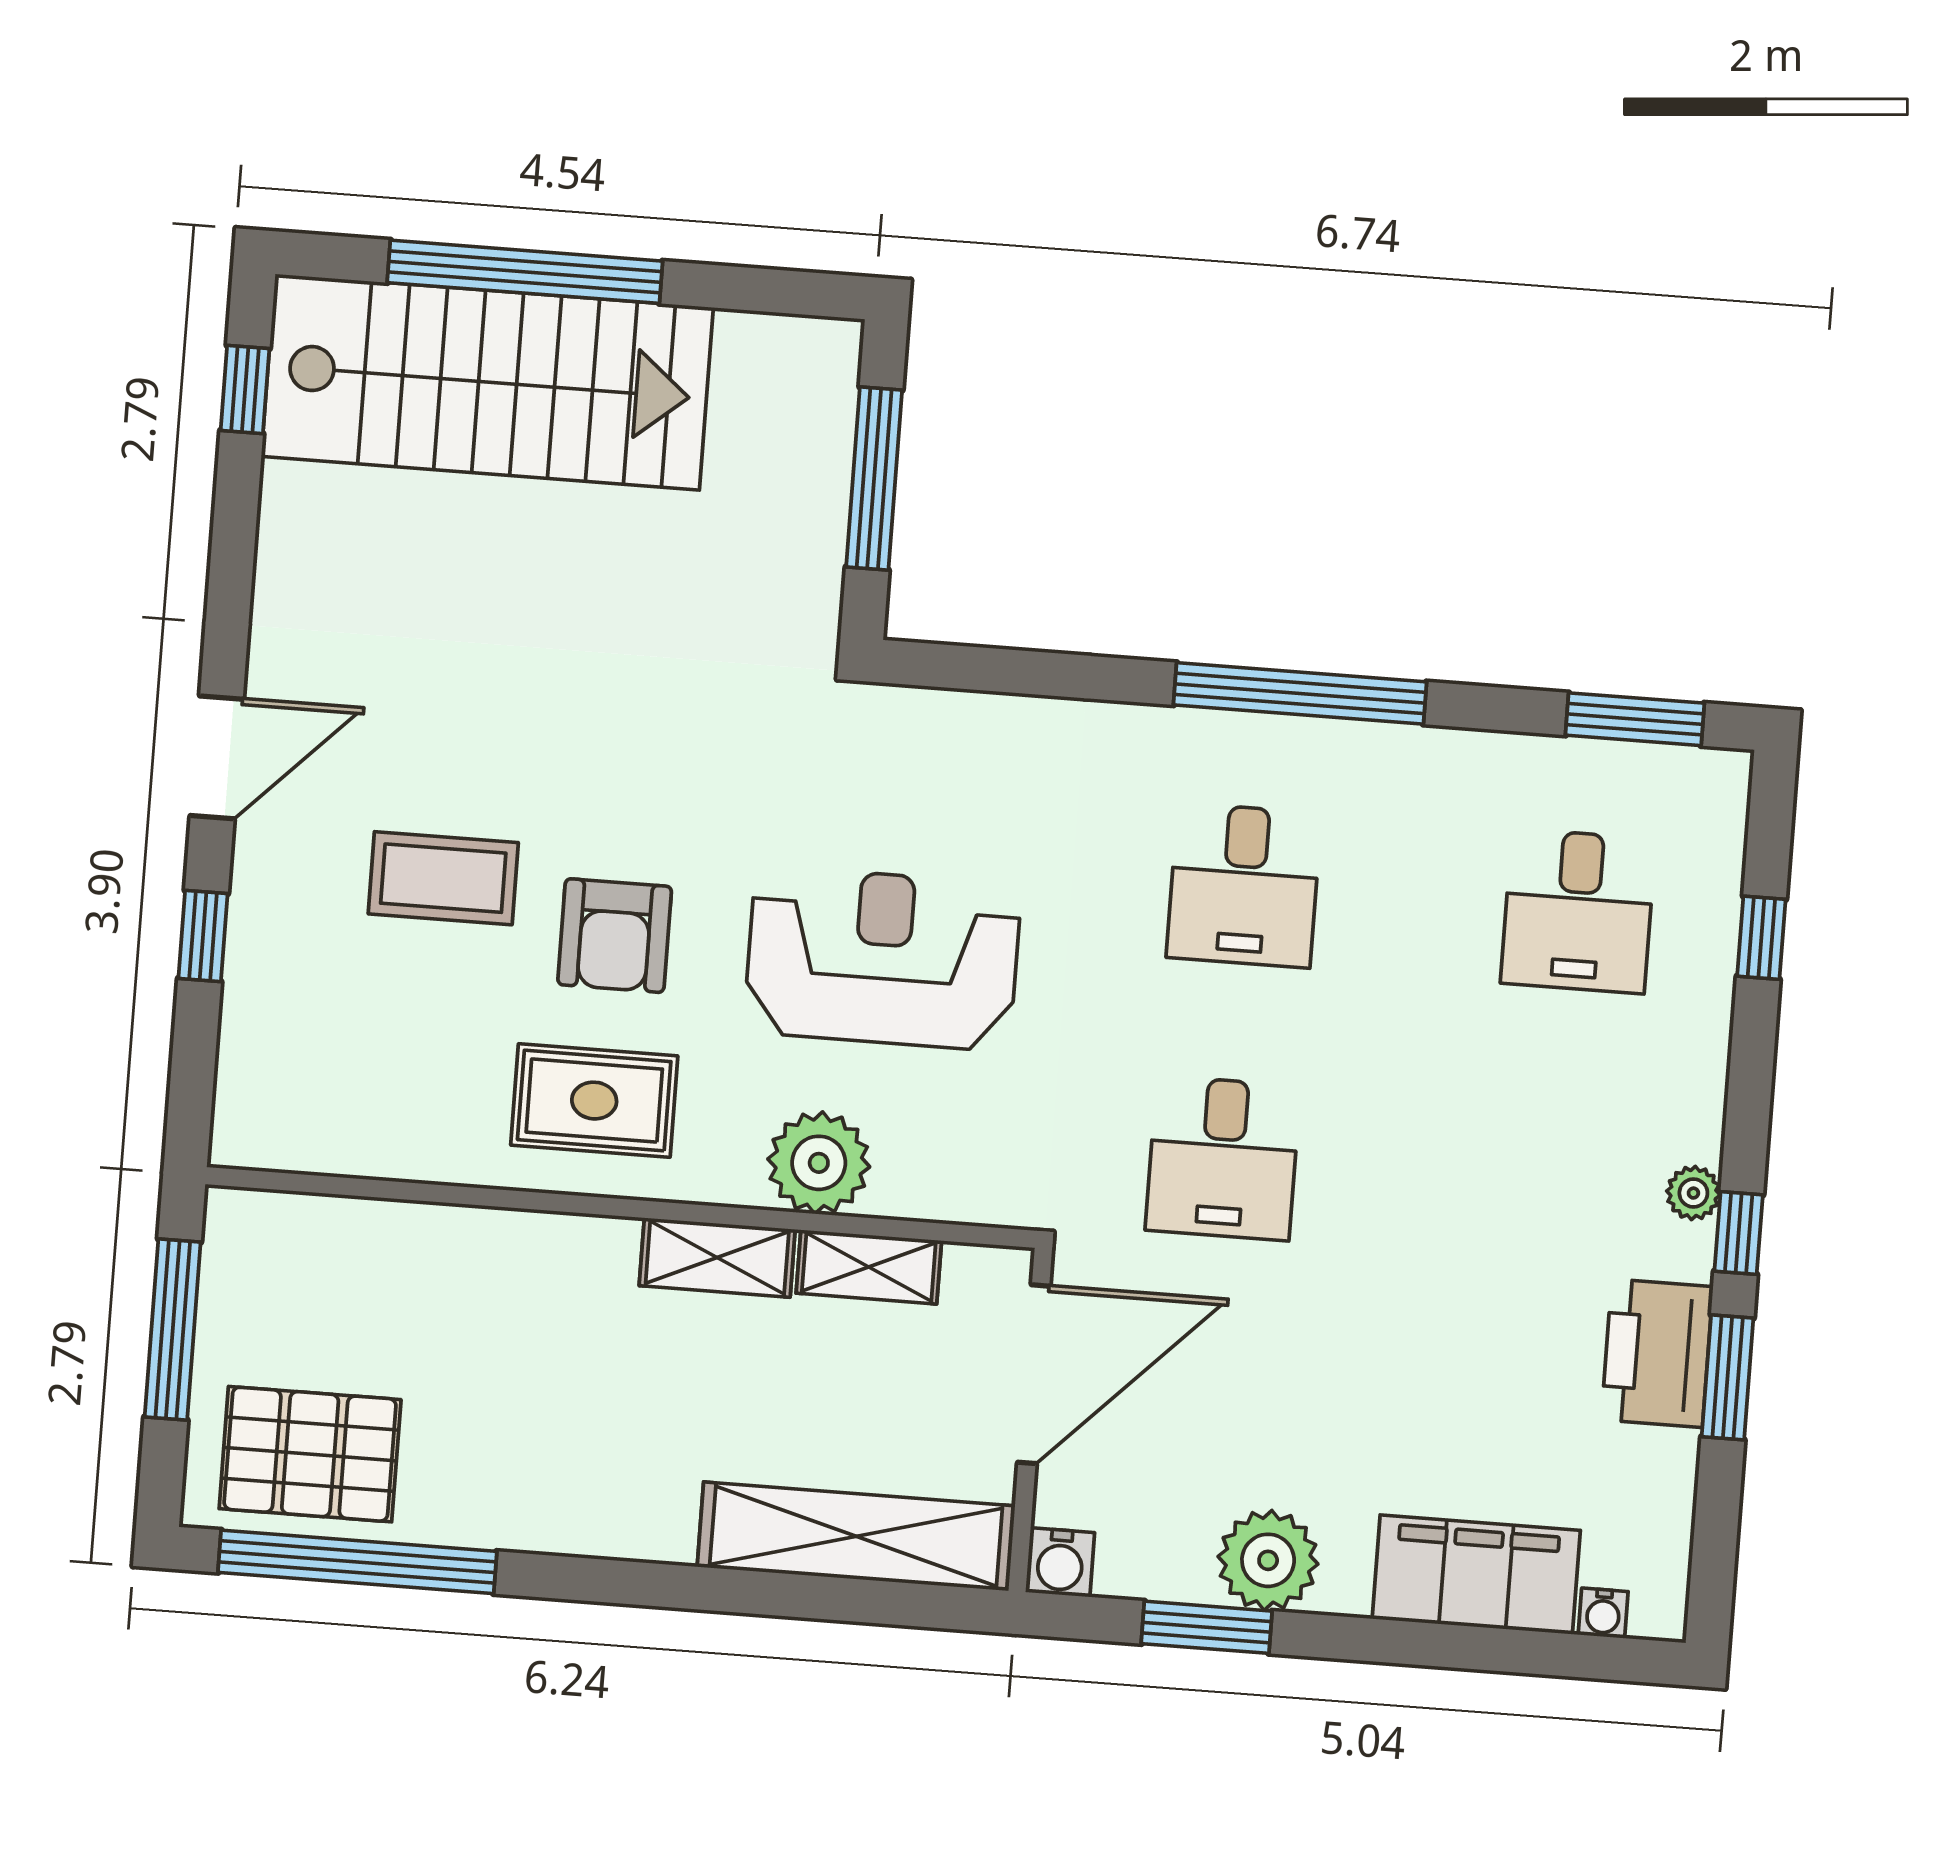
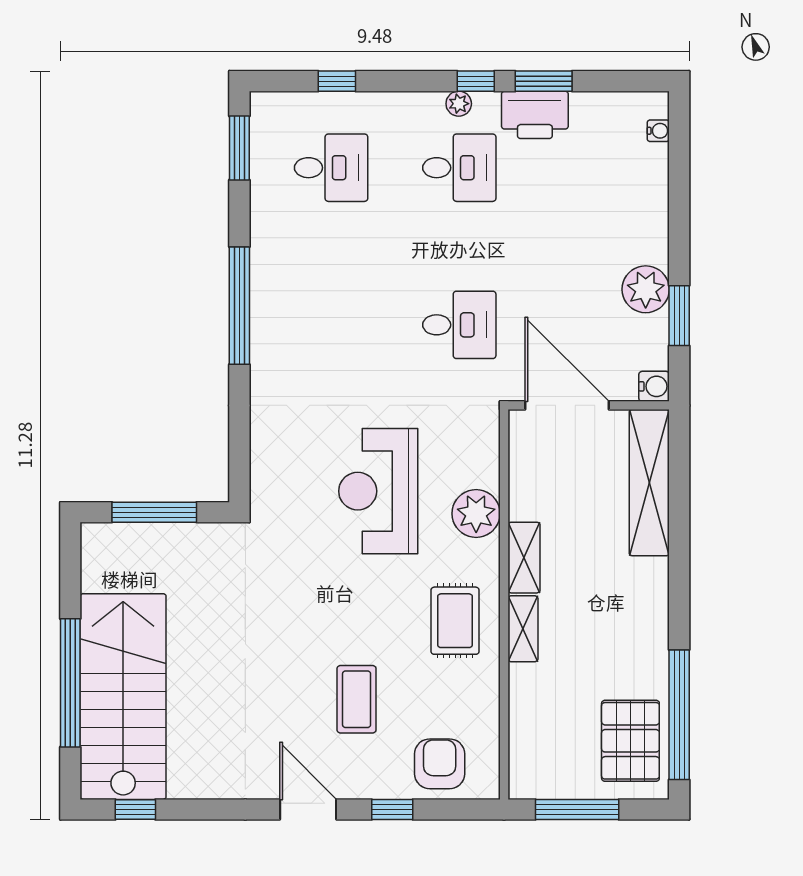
desk: (1244, 885) -> (459, 168), moved
armchair: (615, 936) -> (440, 764), moved, turned -90
shelving: (869, 1267) -> (523, 629), moved
filing cabinet: (1476, 1575) -> (645, 191), removed

